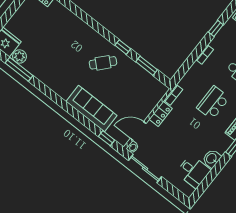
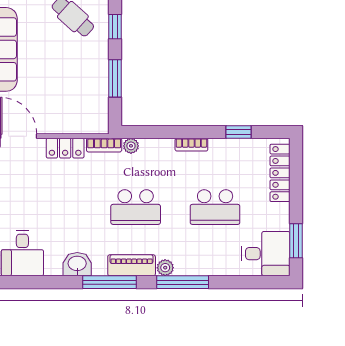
plant: (183, 83) -> (131, 146), added
school desk: (213, 103) -> (136, 207), turned 180
washbasin: (212, 159) -> (77, 264), moved

